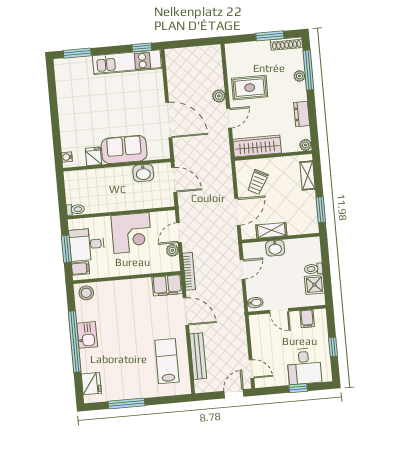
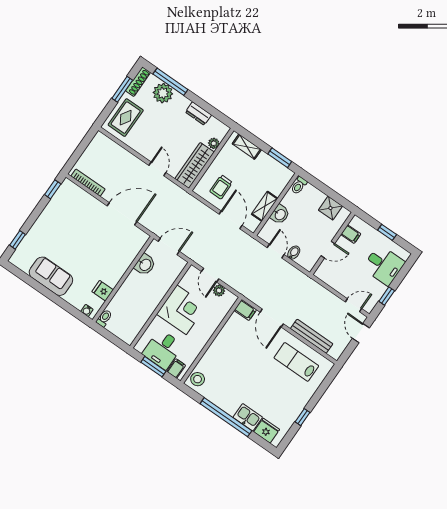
window: (77, 53) -> (18, 240), width x0.67
kitchen unit: (127, 62) -> (54, 209), removed
plant: (299, 76) -> (163, 93), width x1.88, depth x1.88
rug: (250, 88) -> (126, 118), moved
plant: (219, 96) -> (135, 163), removed
plant: (305, 145) -> (214, 143), moved
sofa: (124, 150) -> (51, 276), moved, turned 90
trolley: (258, 182) -> (221, 187), turned 63
toilet: (75, 209) -> (104, 318), moved
toilet: (313, 269) -> (299, 186), moved
bookcase: (189, 271) -> (88, 183), moved
filing cabinet: (167, 285) -> (245, 310), width x0.50
bidet: (255, 303) -> (294, 253), moved
door: (186, 312) -> (272, 318), swing flipped
kitchen sink: (87, 335) -> (248, 417), moved
window: (298, 388) -> (387, 296), moved
window: (126, 403) -> (303, 417), width x0.46

